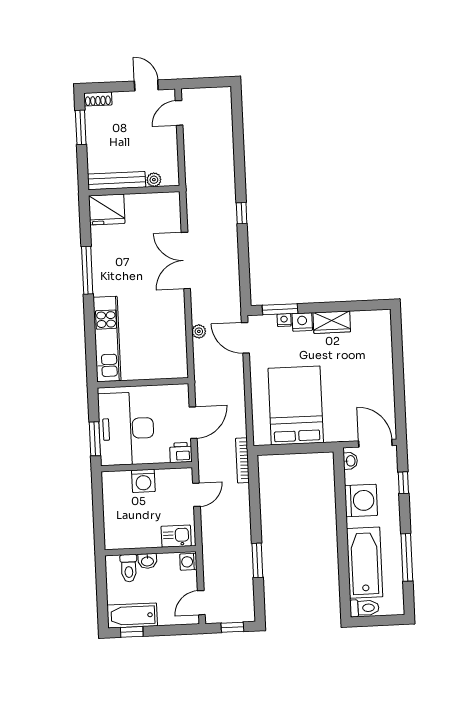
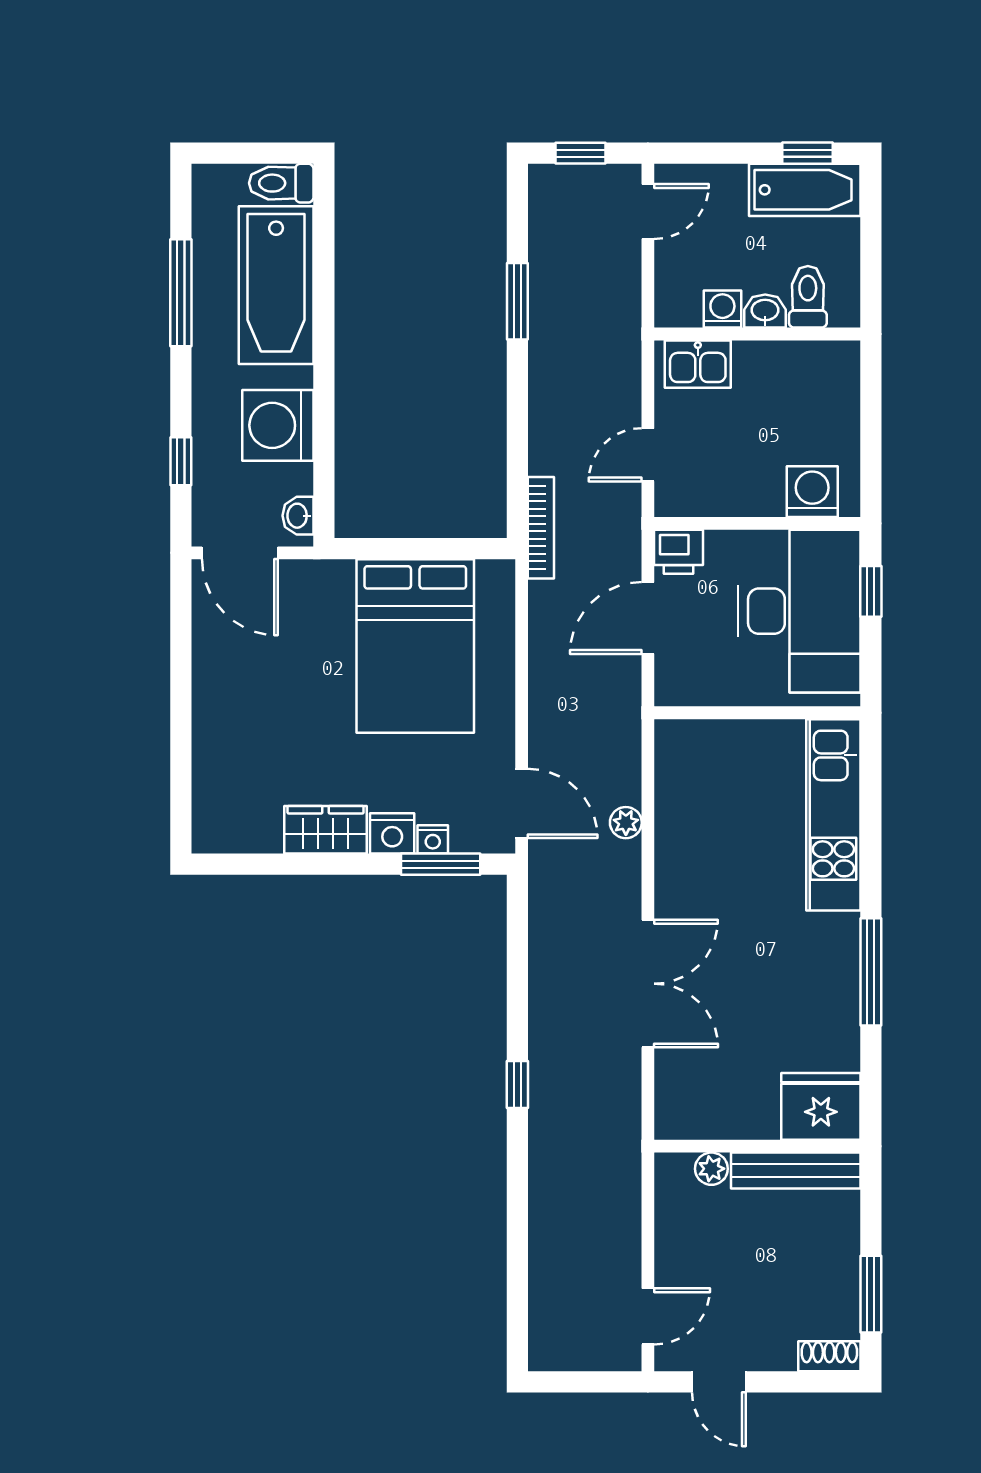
window: (95, 439) -> (871, 591), width x0.67
washing machine: (143, 481) -> (812, 492), moved
washing machine: (188, 562) -> (722, 309), moved, turned -90

